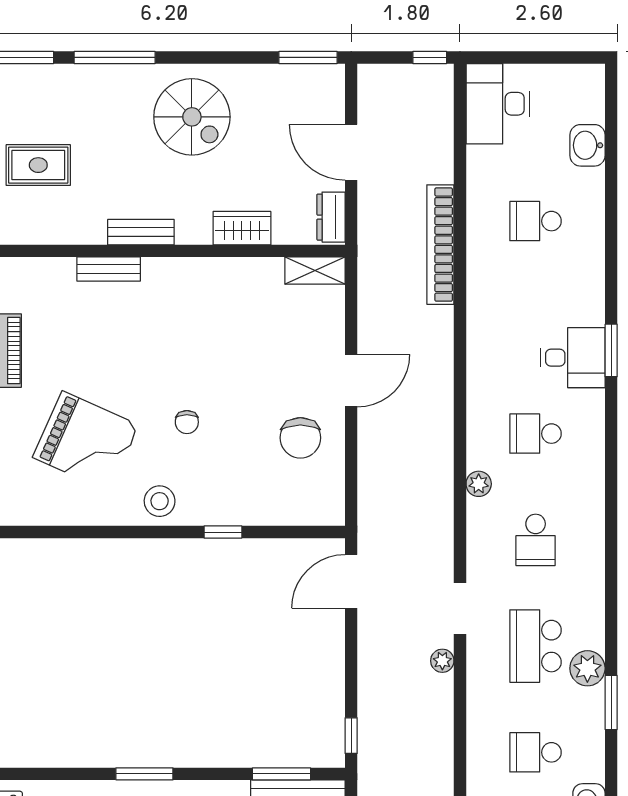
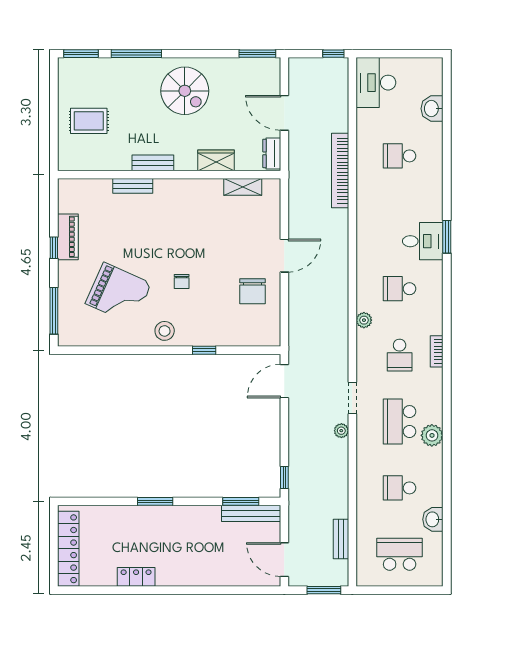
shelving: (315, 271) -> (243, 187), moved
bookcase: (595, 534) -> (437, 351), added
window: (611, 703) -> (447, 457), removed

